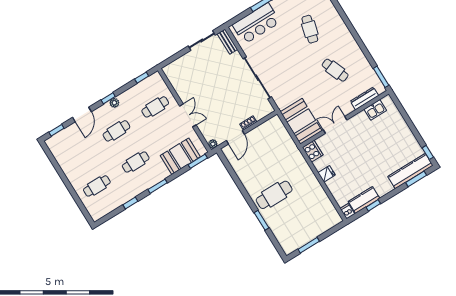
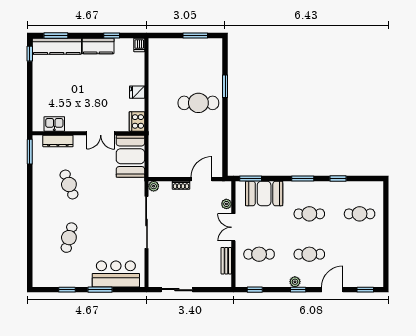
bench: (227, 42) -> (226, 261), moved
plant: (269, 109) -> (154, 186), added
plant: (213, 144) -> (226, 204), moved
kitchen counter: (364, 200) -> (98, 46), moved

